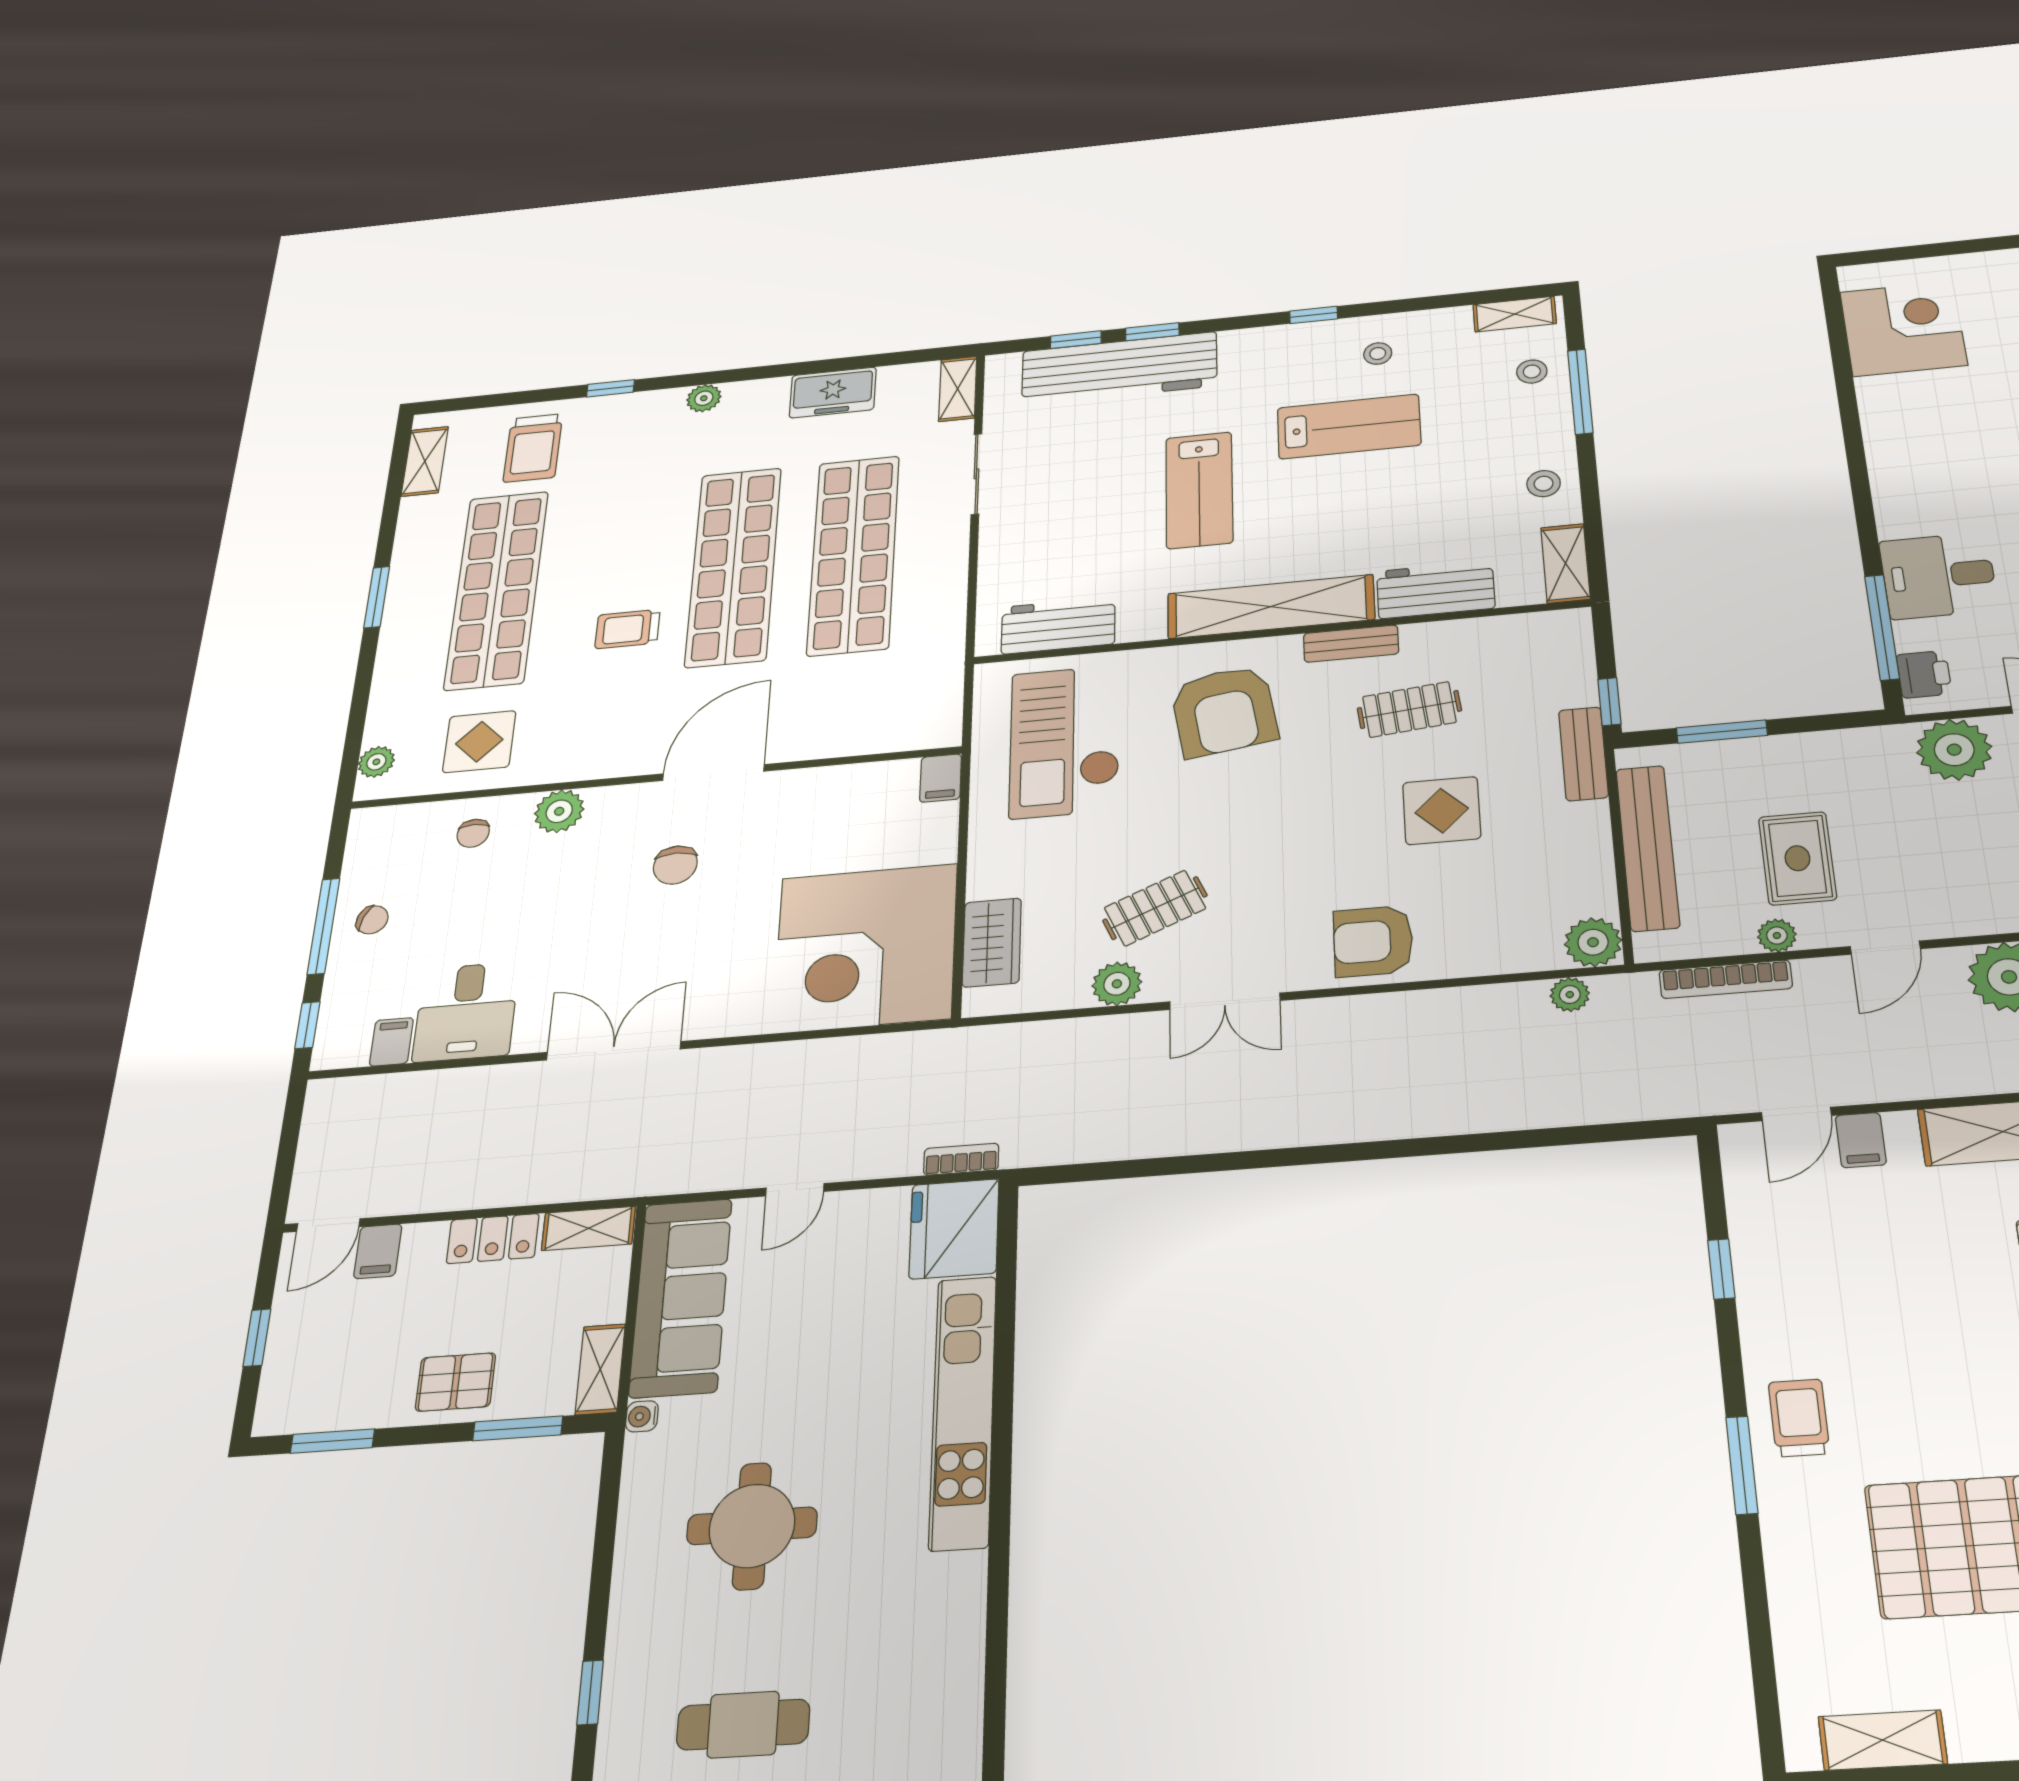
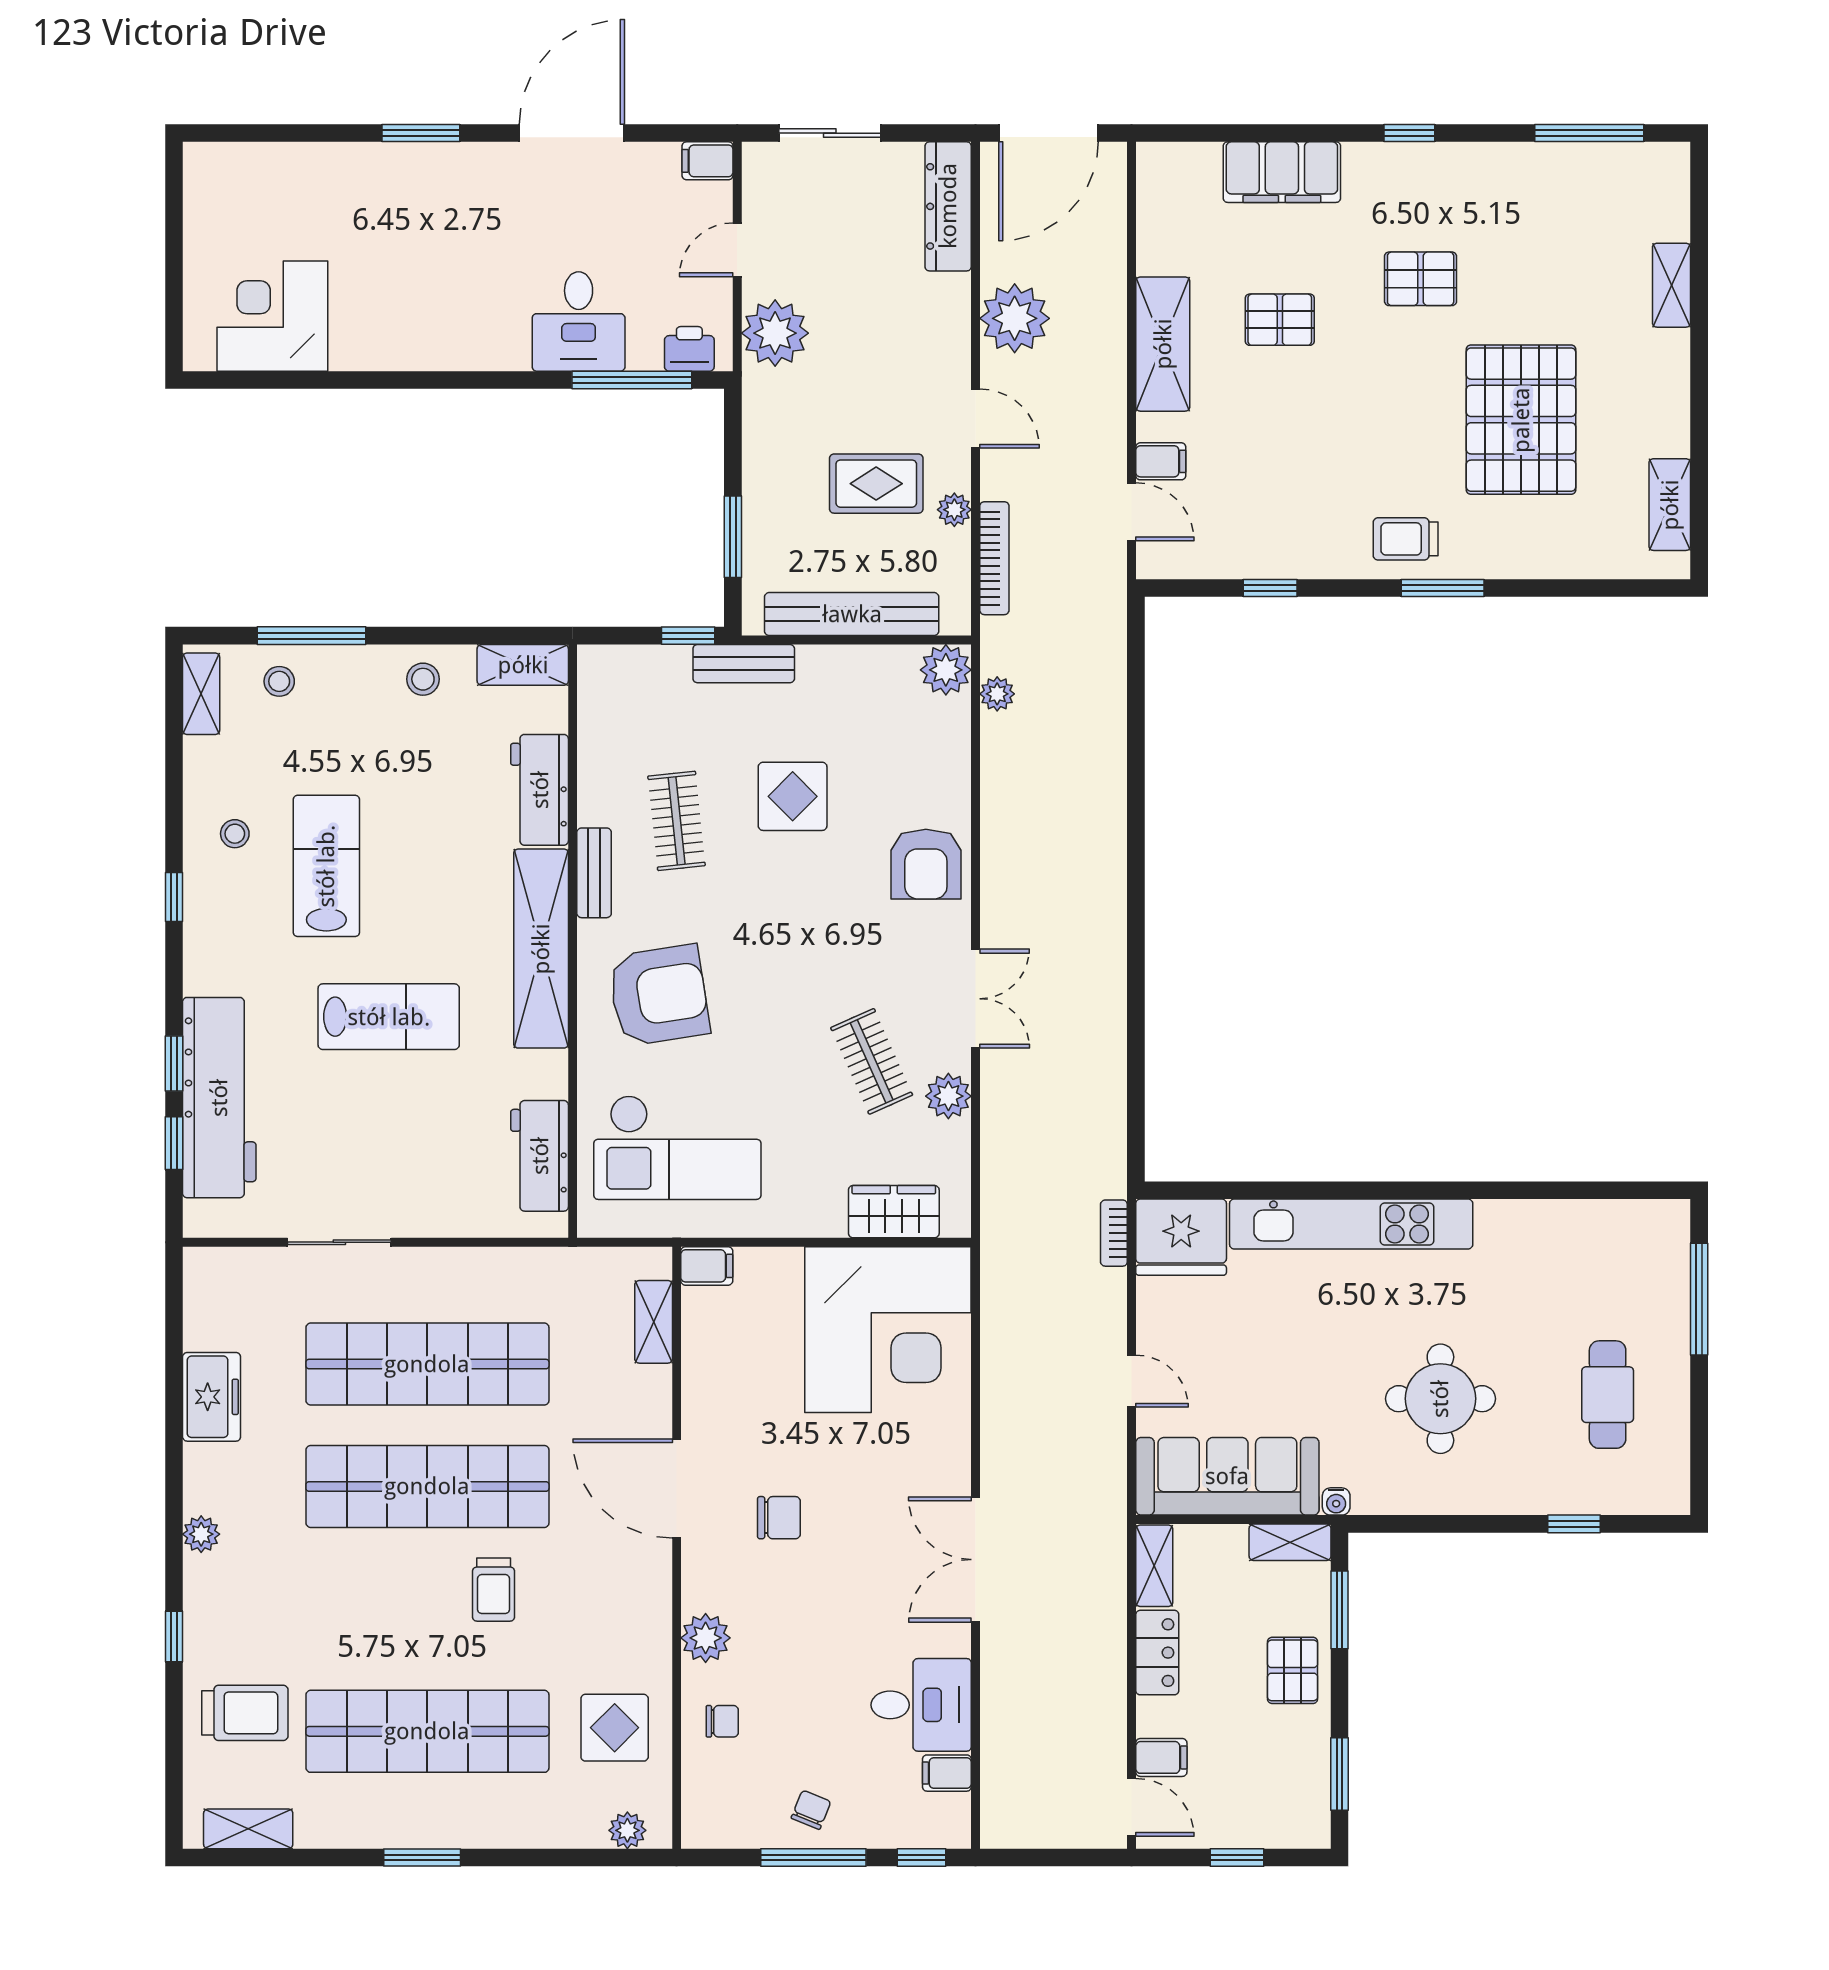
shelving: (958, 389) -> (654, 1322), moved, turned 90

